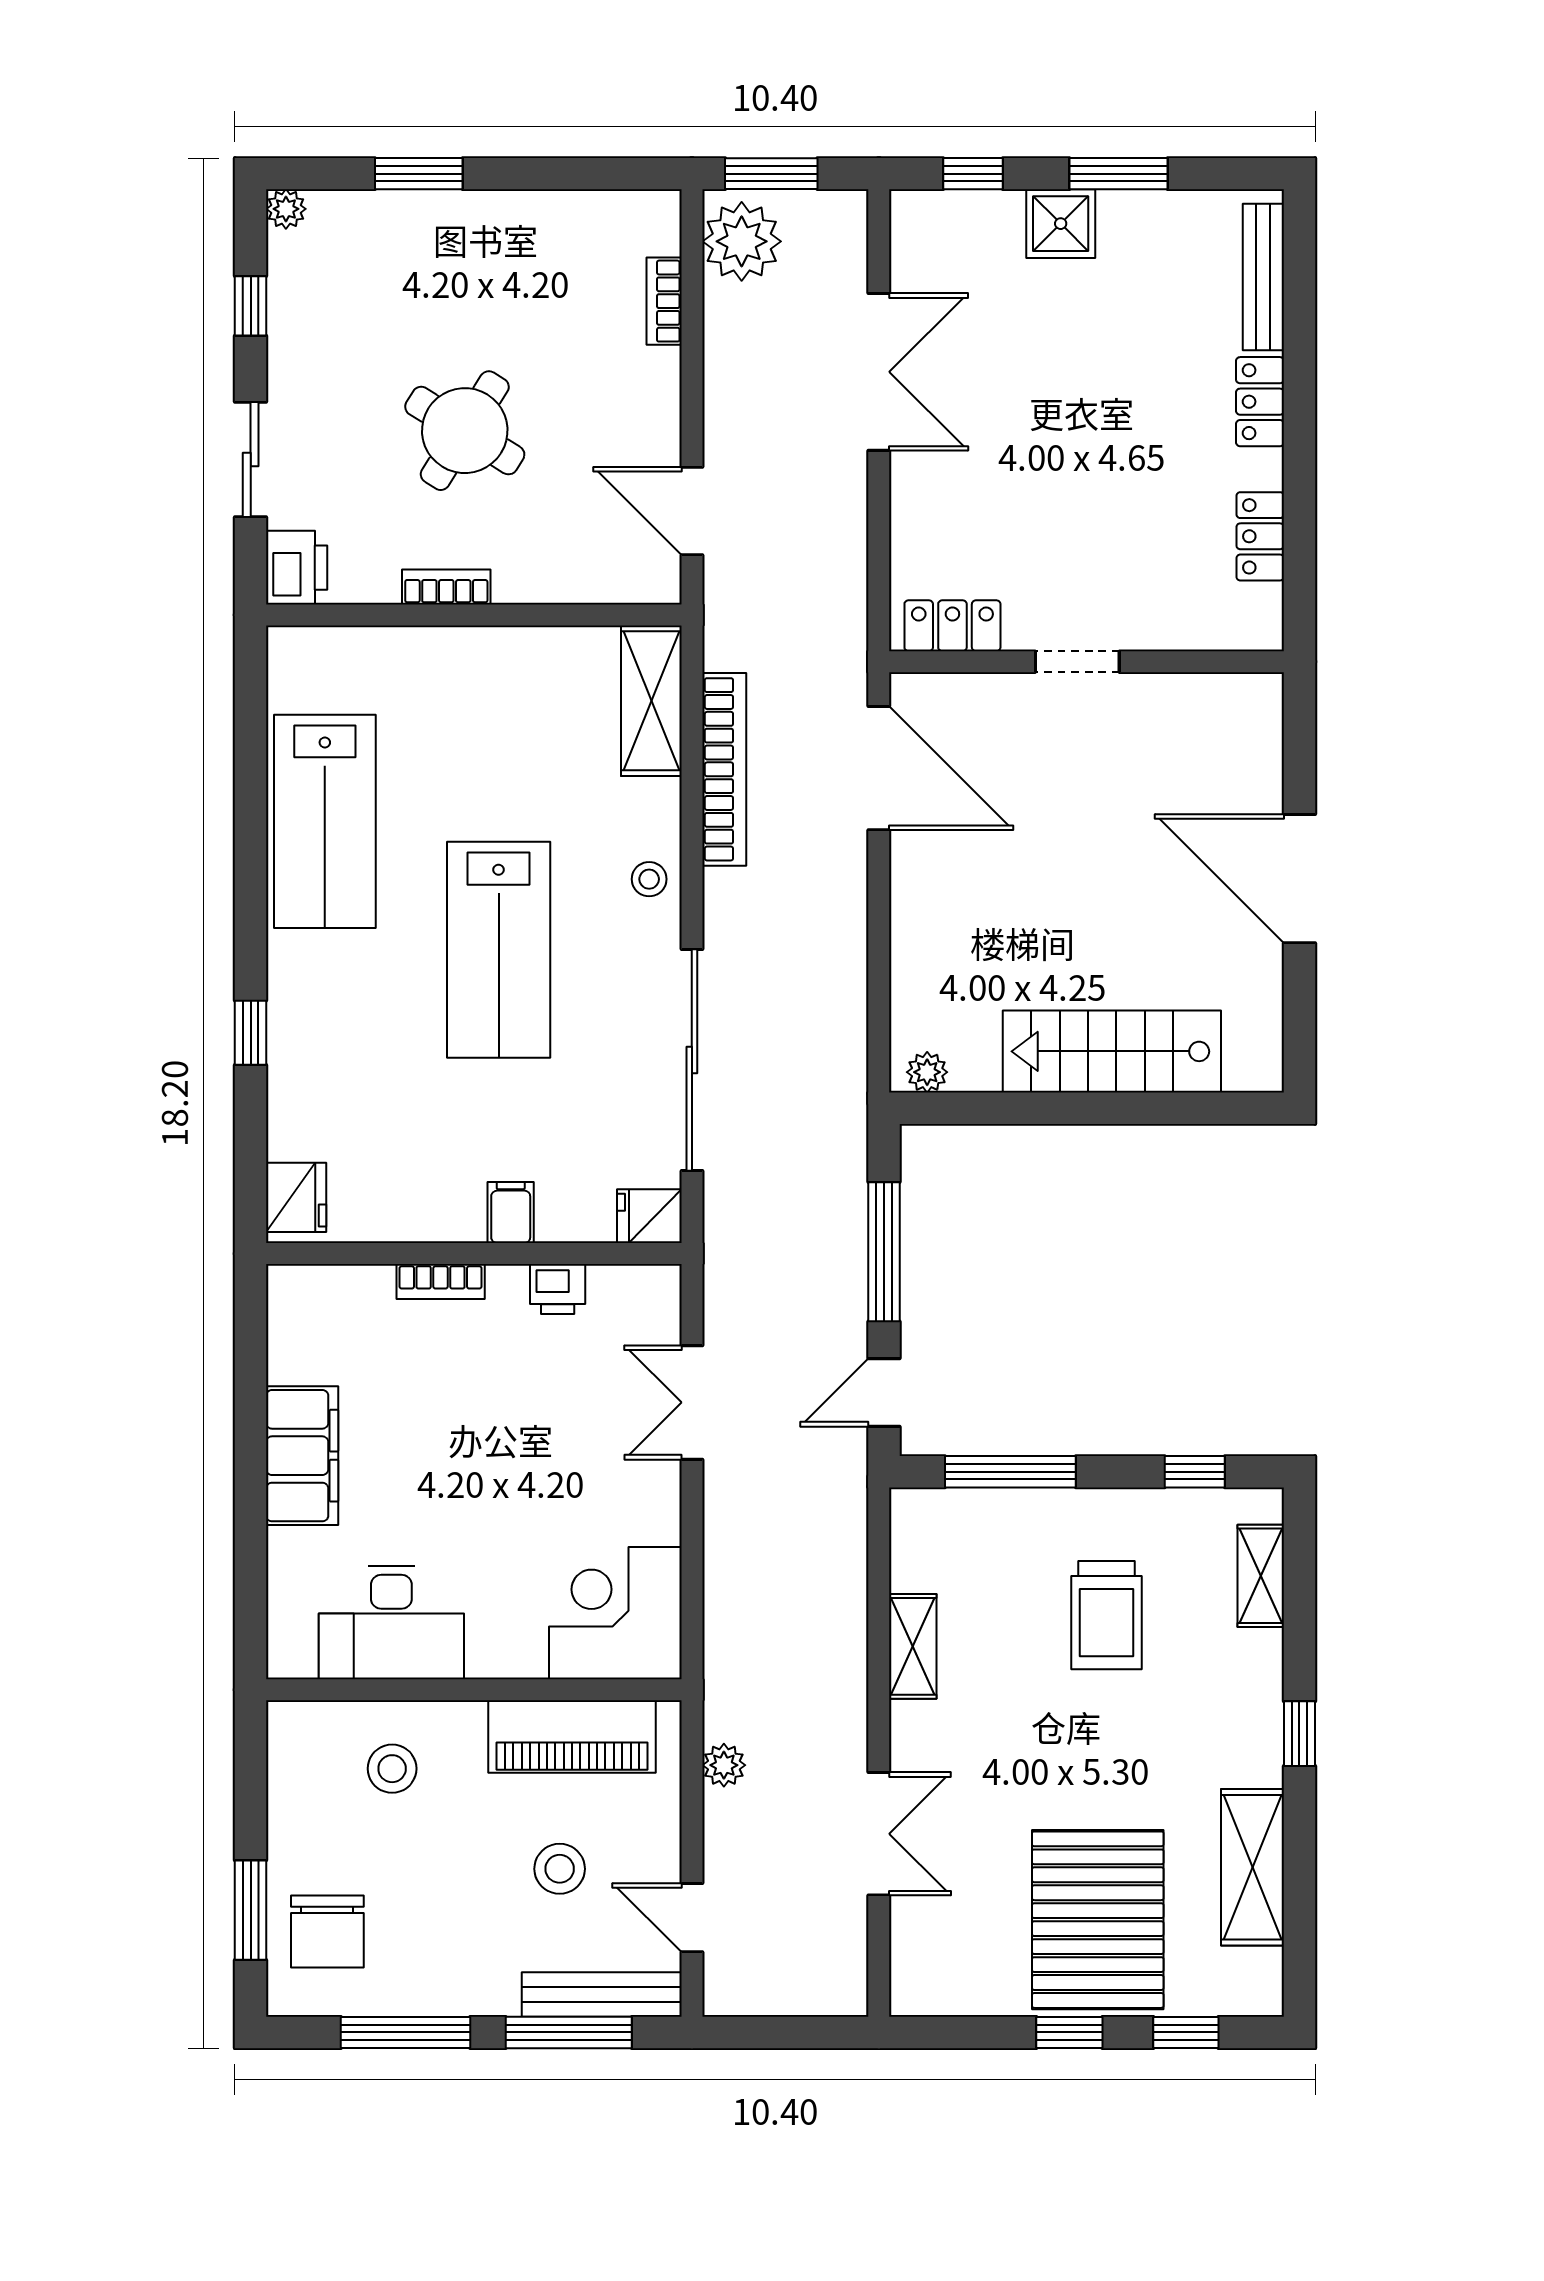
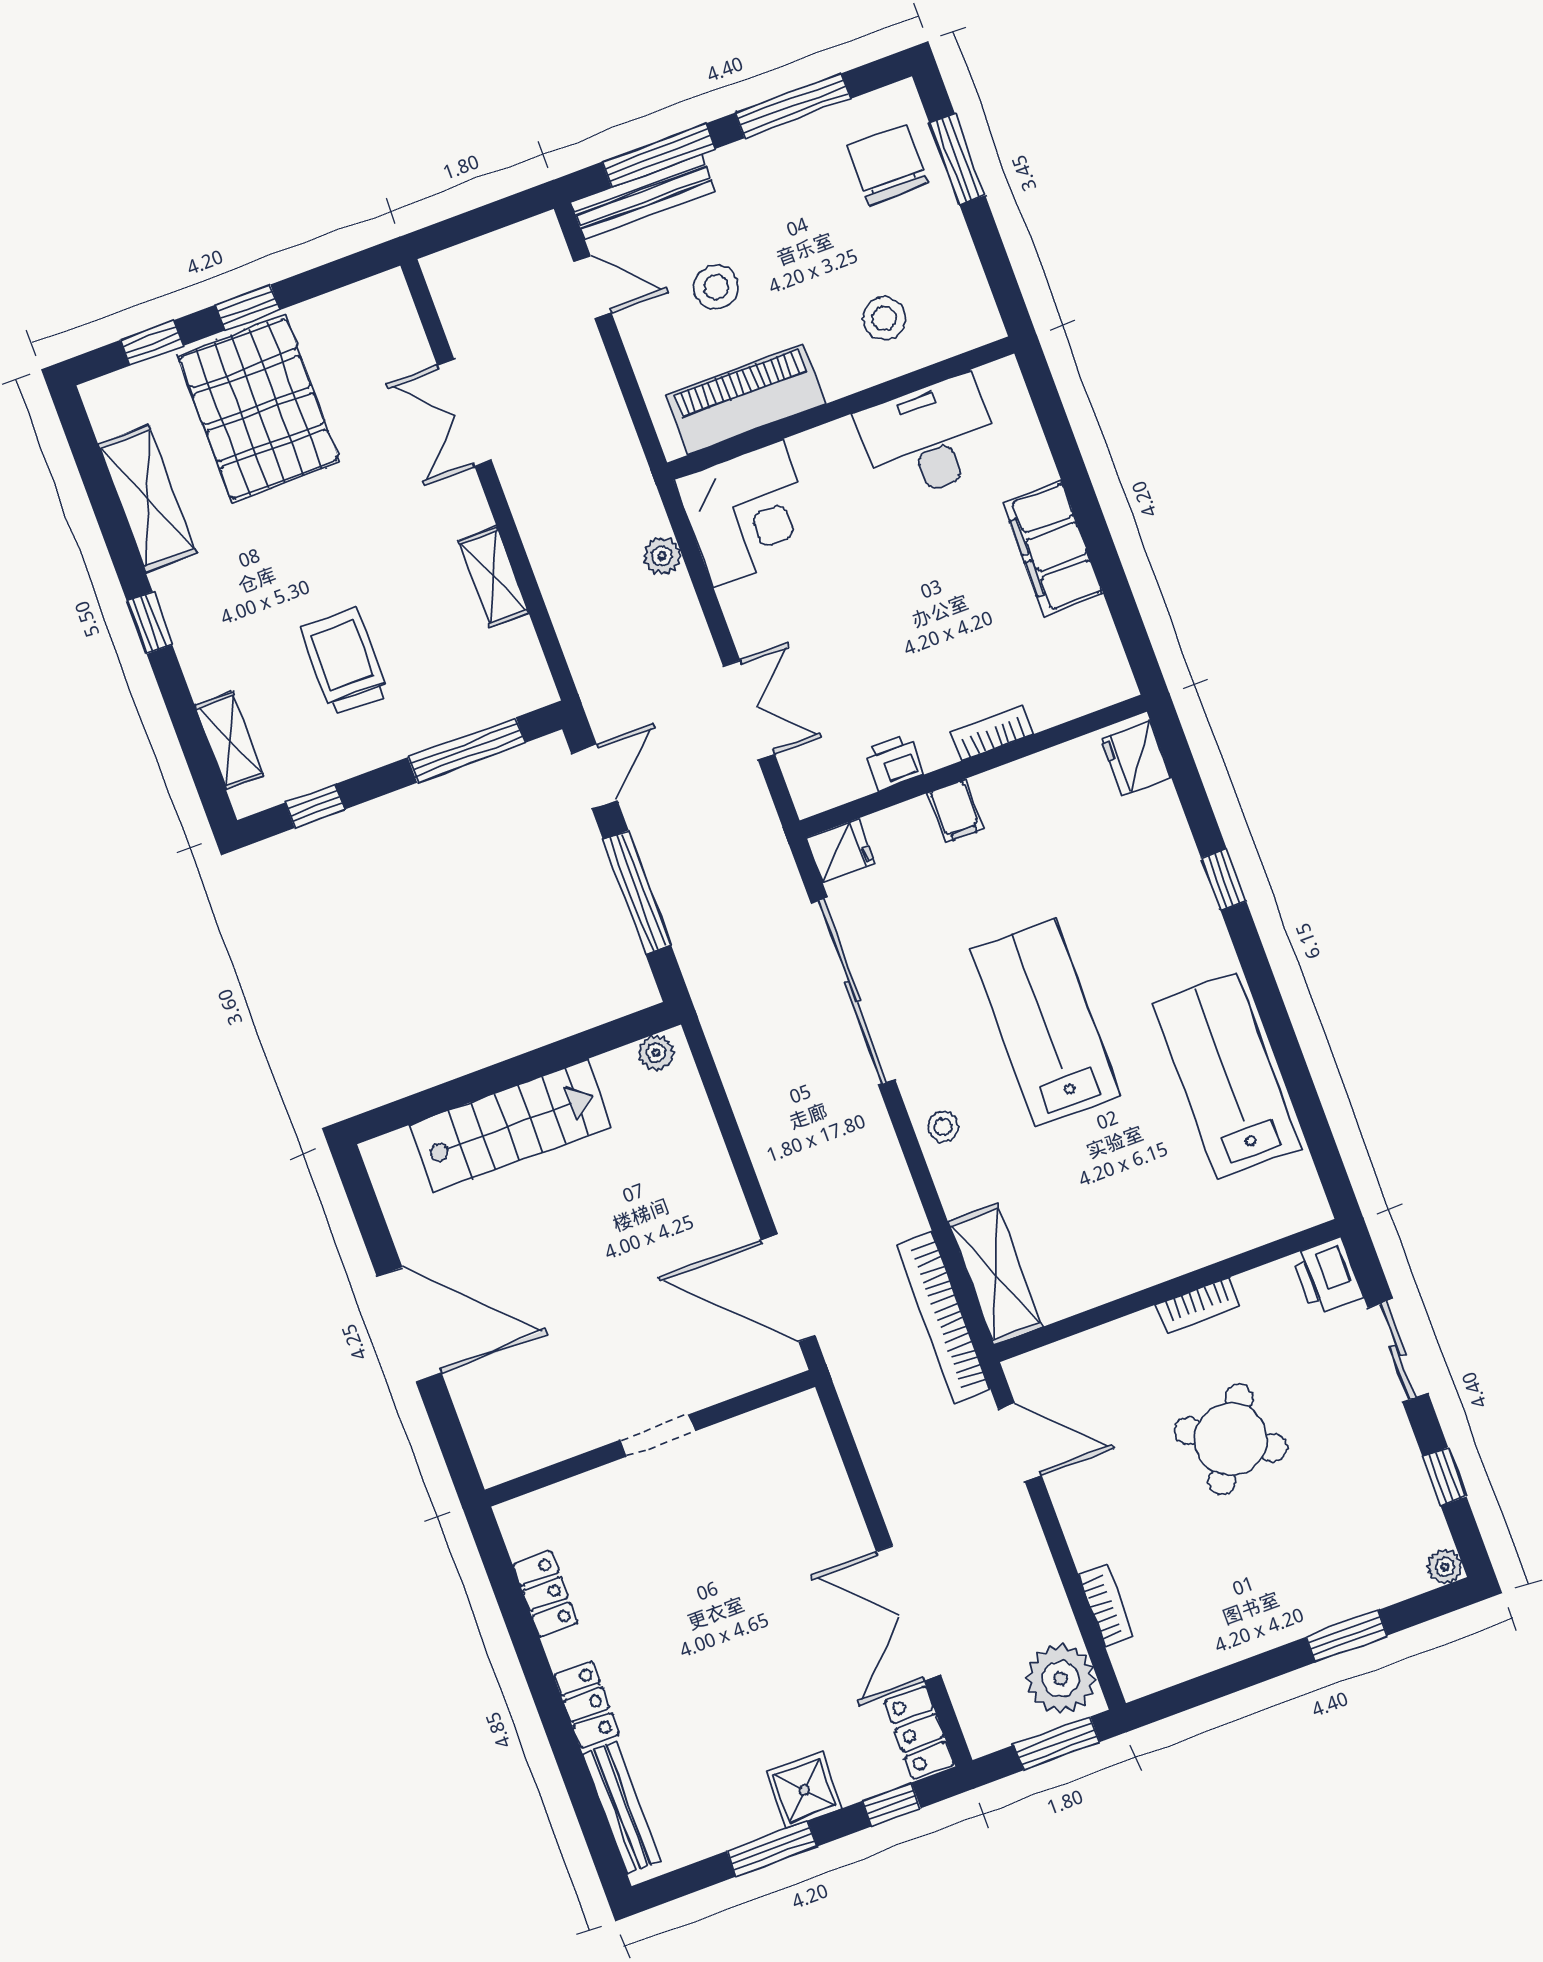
locker: (952, 626) -> (919, 1733), moved, turned 90
bookcase: (724, 769) -> (943, 1317), moved
plant: (724, 1765) -> (662, 556), moved

